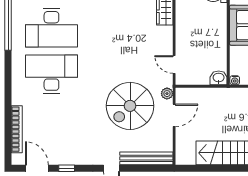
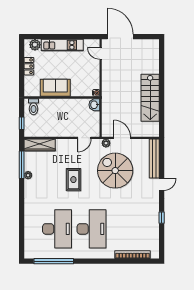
rug: (118, 50) -> (73, 180), added
desk: (51, 74) -> (92, 229), turned 180
spiral stairs: (130, 106) -> (115, 171), turned 180
door: (37, 168) -> (162, 240), removed

